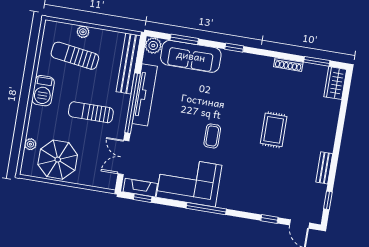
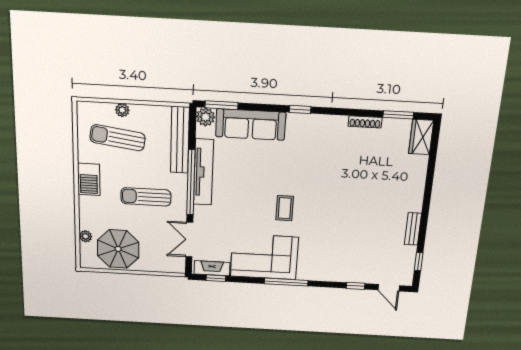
window: (184, 39) -> (221, 105), moved
rug: (274, 130) -> (353, 195), removed

